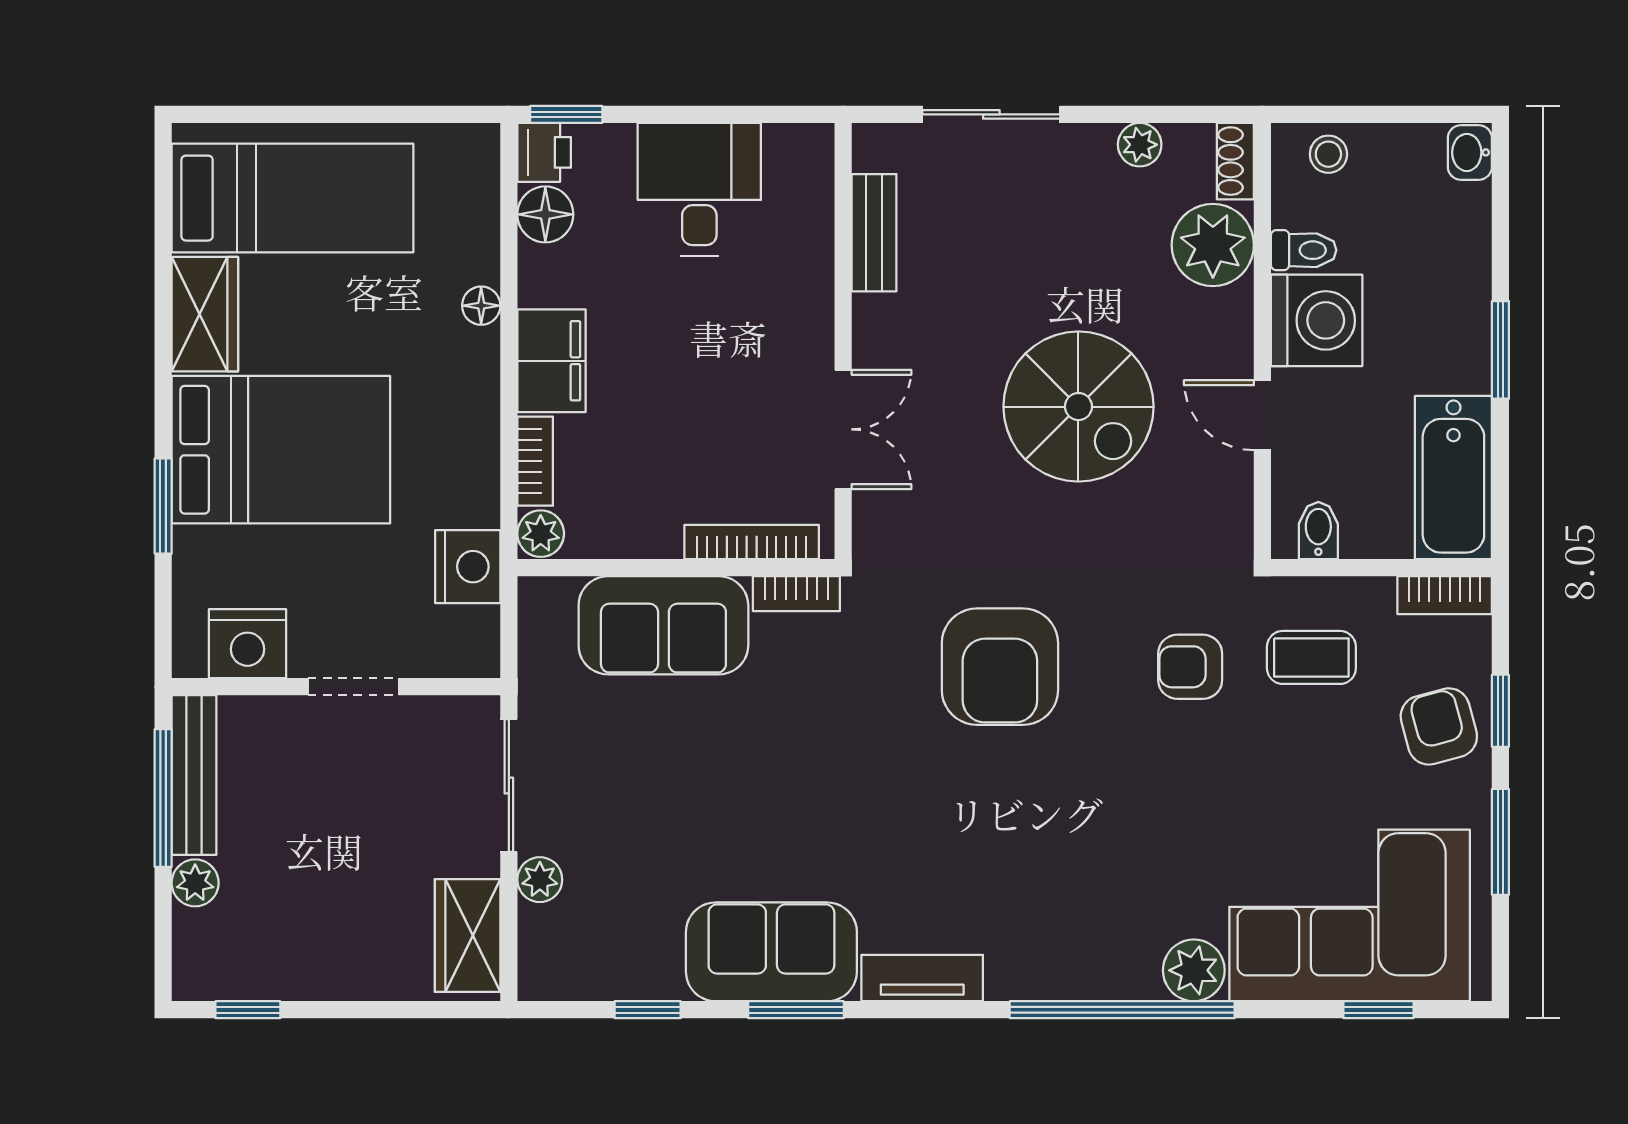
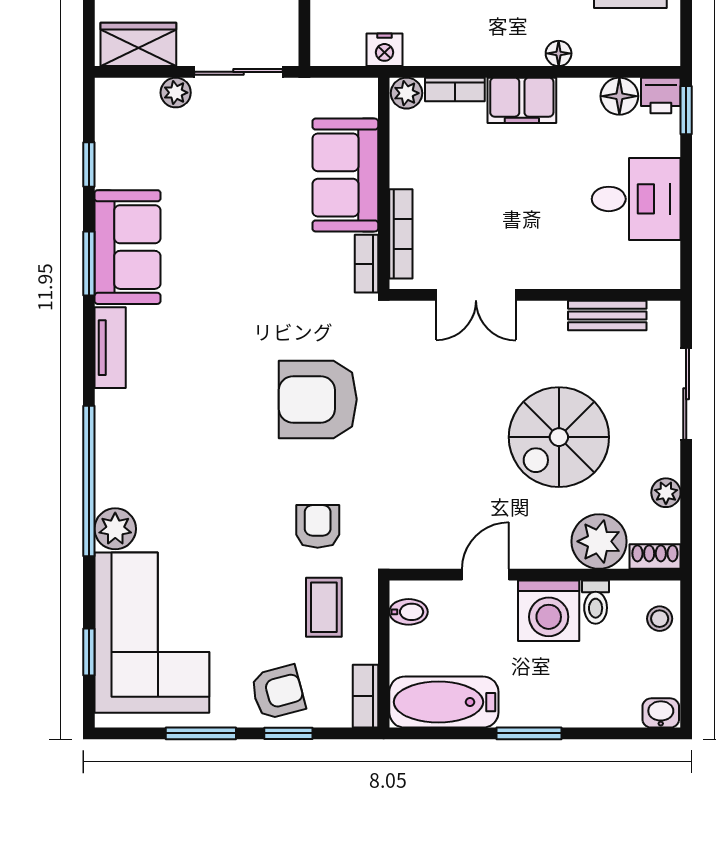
spiral stairs: (1078, 407) -> (559, 437), moved
nightstand: (468, 567) -> (384, 50), width x0.74, depth x0.75

